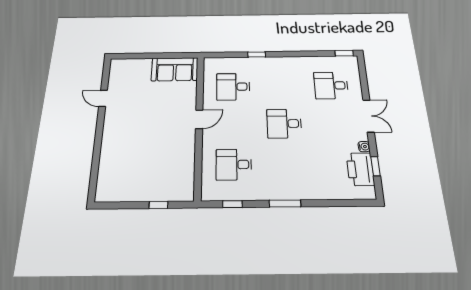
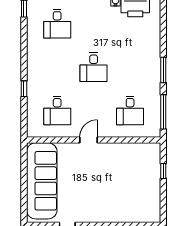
sofa: (175, 69) -> (42, 181), width x1.85, depth x1.27
door: (199, 119) -> (89, 140), hinge flipped
window: (232, 204) -> (163, 112), width x2.17

